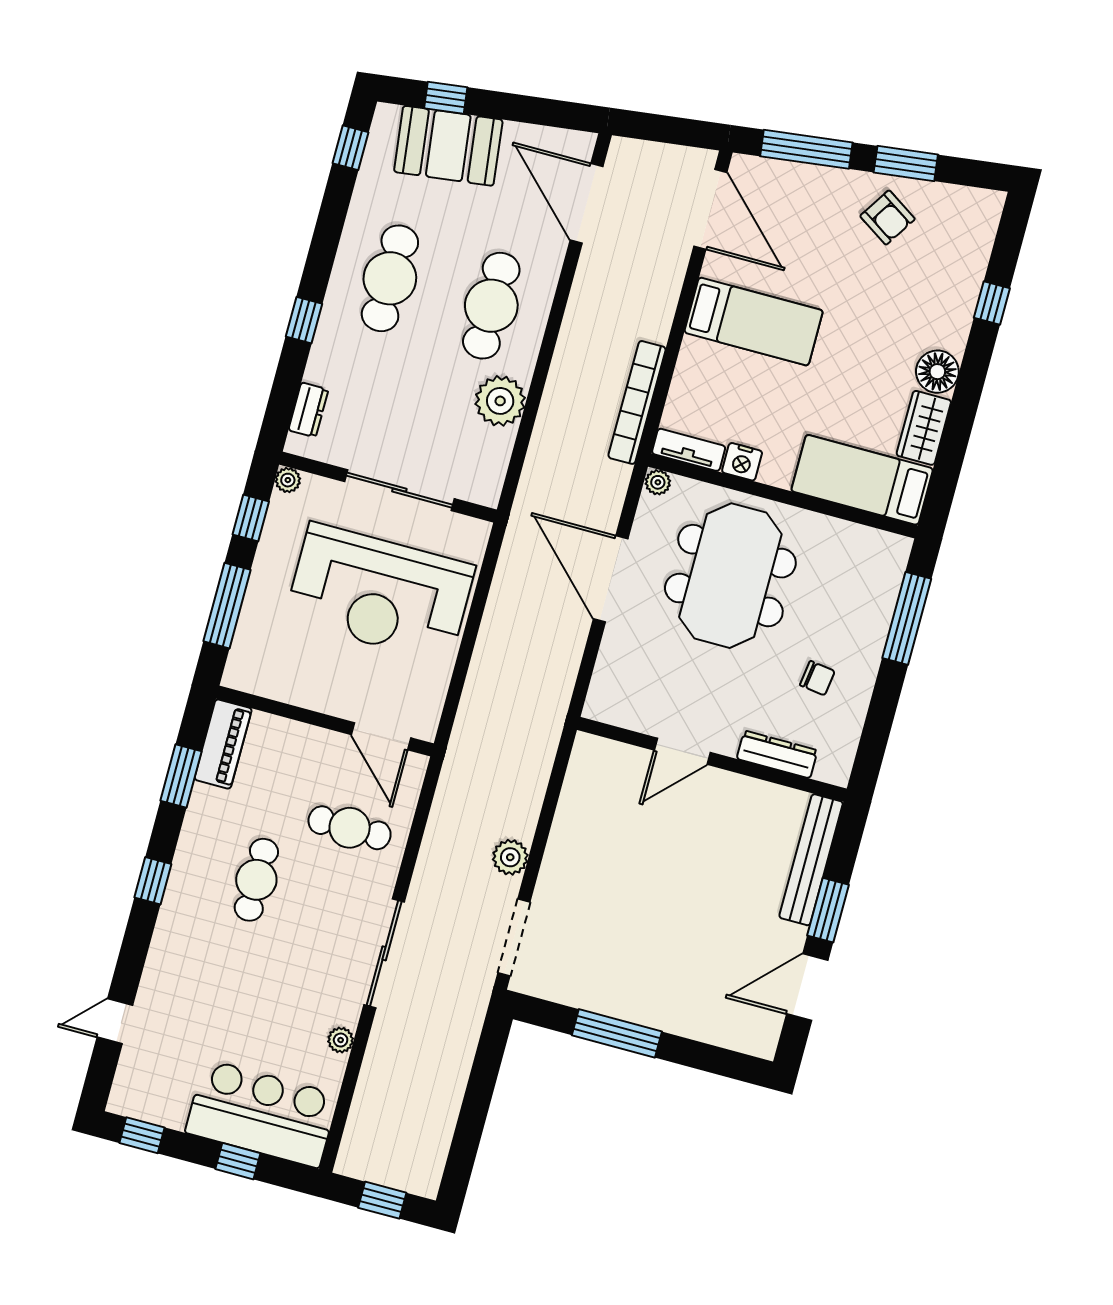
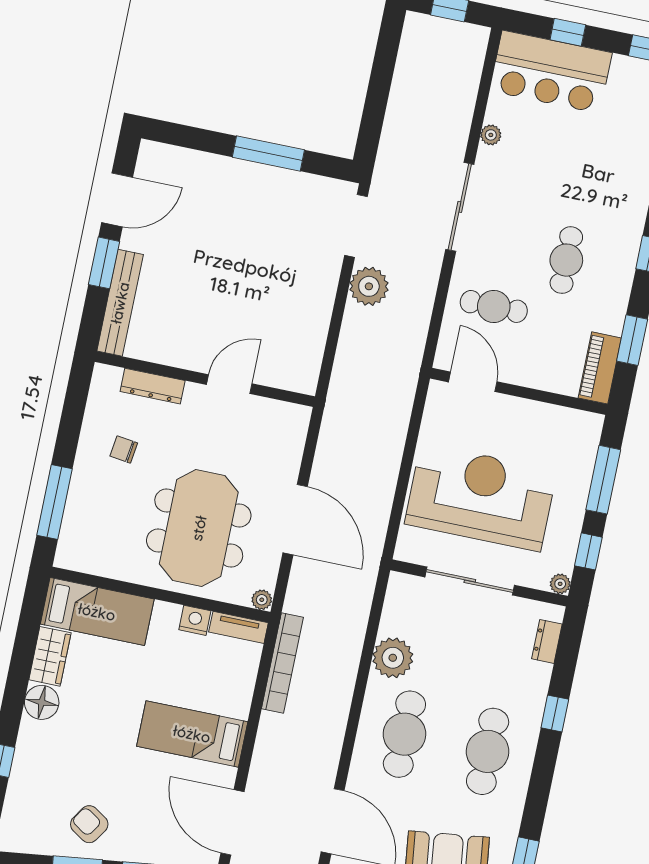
plant: (510, 857) -> (369, 286), width x1.36, depth x1.36

